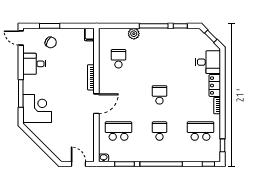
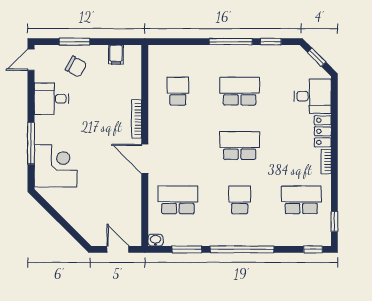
filing cabinet: (89, 34) -> (116, 55), moved
plant: (134, 34) -> (201, 53), removed
door: (21, 38) -> (31, 60), hinge flipped
school desk: (159, 59) -> (240, 91), added
school desk: (159, 95) -> (240, 145), width x1.85
door: (96, 104) -> (145, 159), swing flipped

